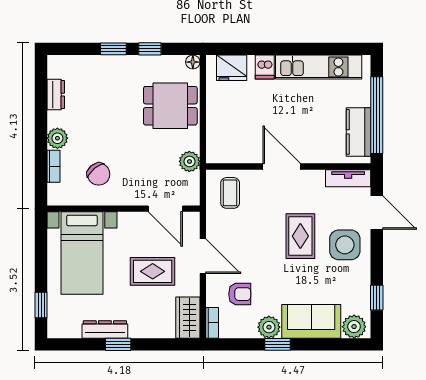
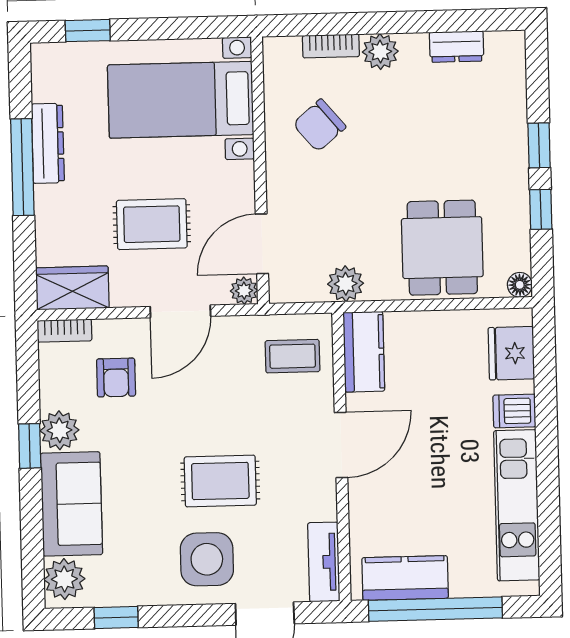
kitchen counter: (229, 152) -> (364, 352), added
plant: (192, 220) -> (244, 291), added
rug: (153, 271) -> (152, 224), turned 90
window: (118, 344) -> (22, 167), width x2.17

